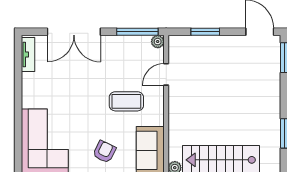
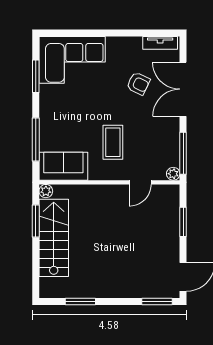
door: (166, 74) -> (140, 182), swing flipped
armchair: (104, 152) -> (138, 83), moved

